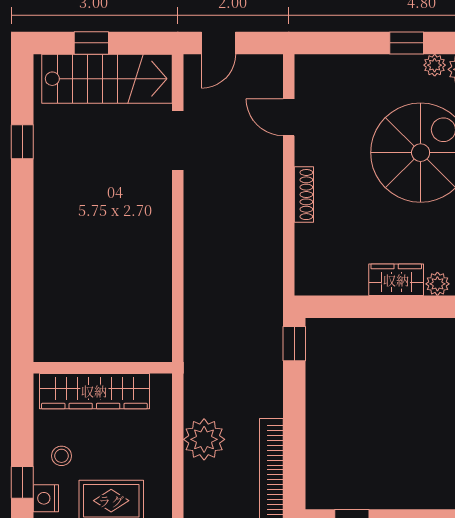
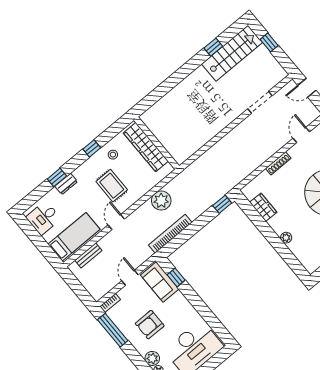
stairs: (107, 79) -> (232, 53), moved, turned -90
wardrobe: (396, 280) -> (263, 207), moved
nightstand: (46, 498) -> (93, 162), removed

